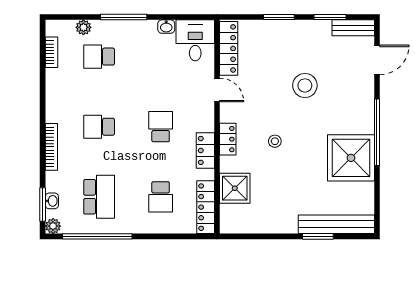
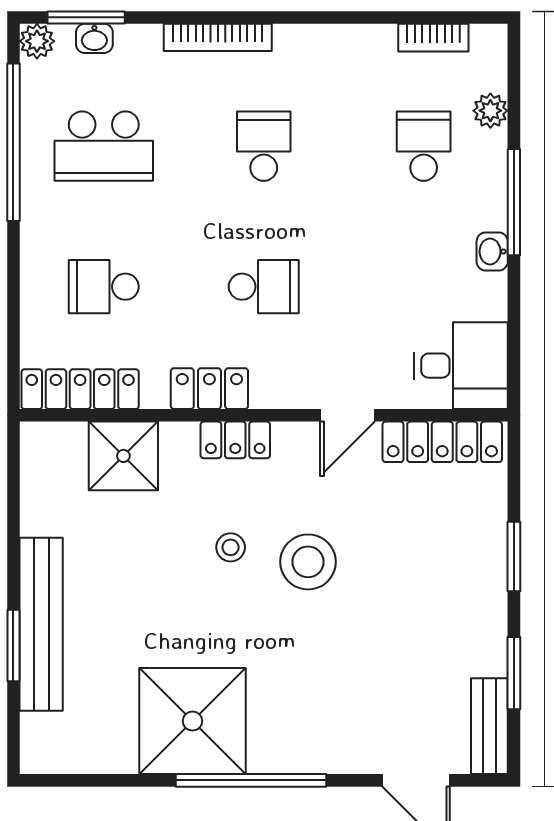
washbasin: (166, 27) -> (492, 251), moved
stool: (305, 85) -> (308, 562), moved
bench: (336, 224) -> (41, 624), moved

